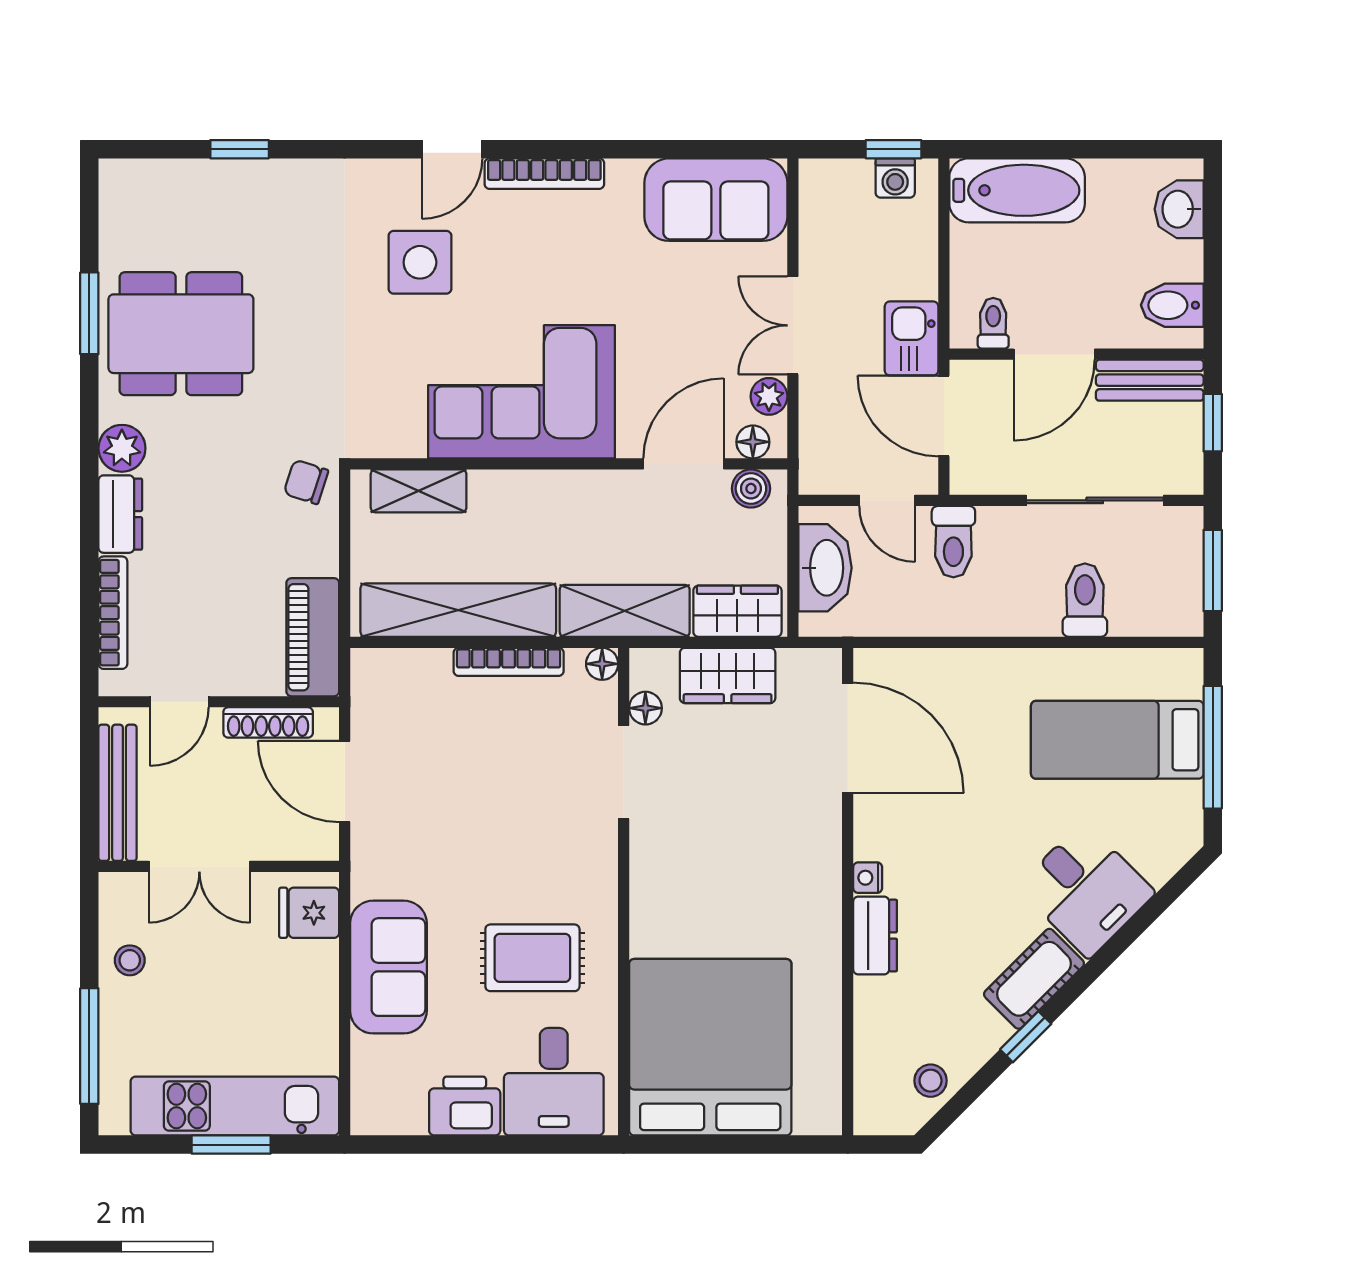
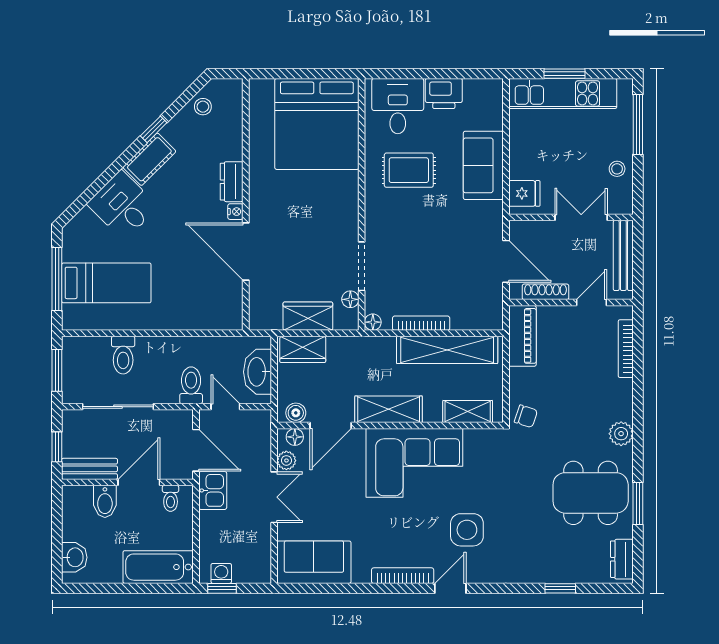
bidet: (1172, 305) -> (105, 501), moved, turned 90
dresser: (120, 514) -> (622, 559), moved
shelving: (625, 611) -> (389, 409), moved
door: (848, 738) -> (246, 252), moved

